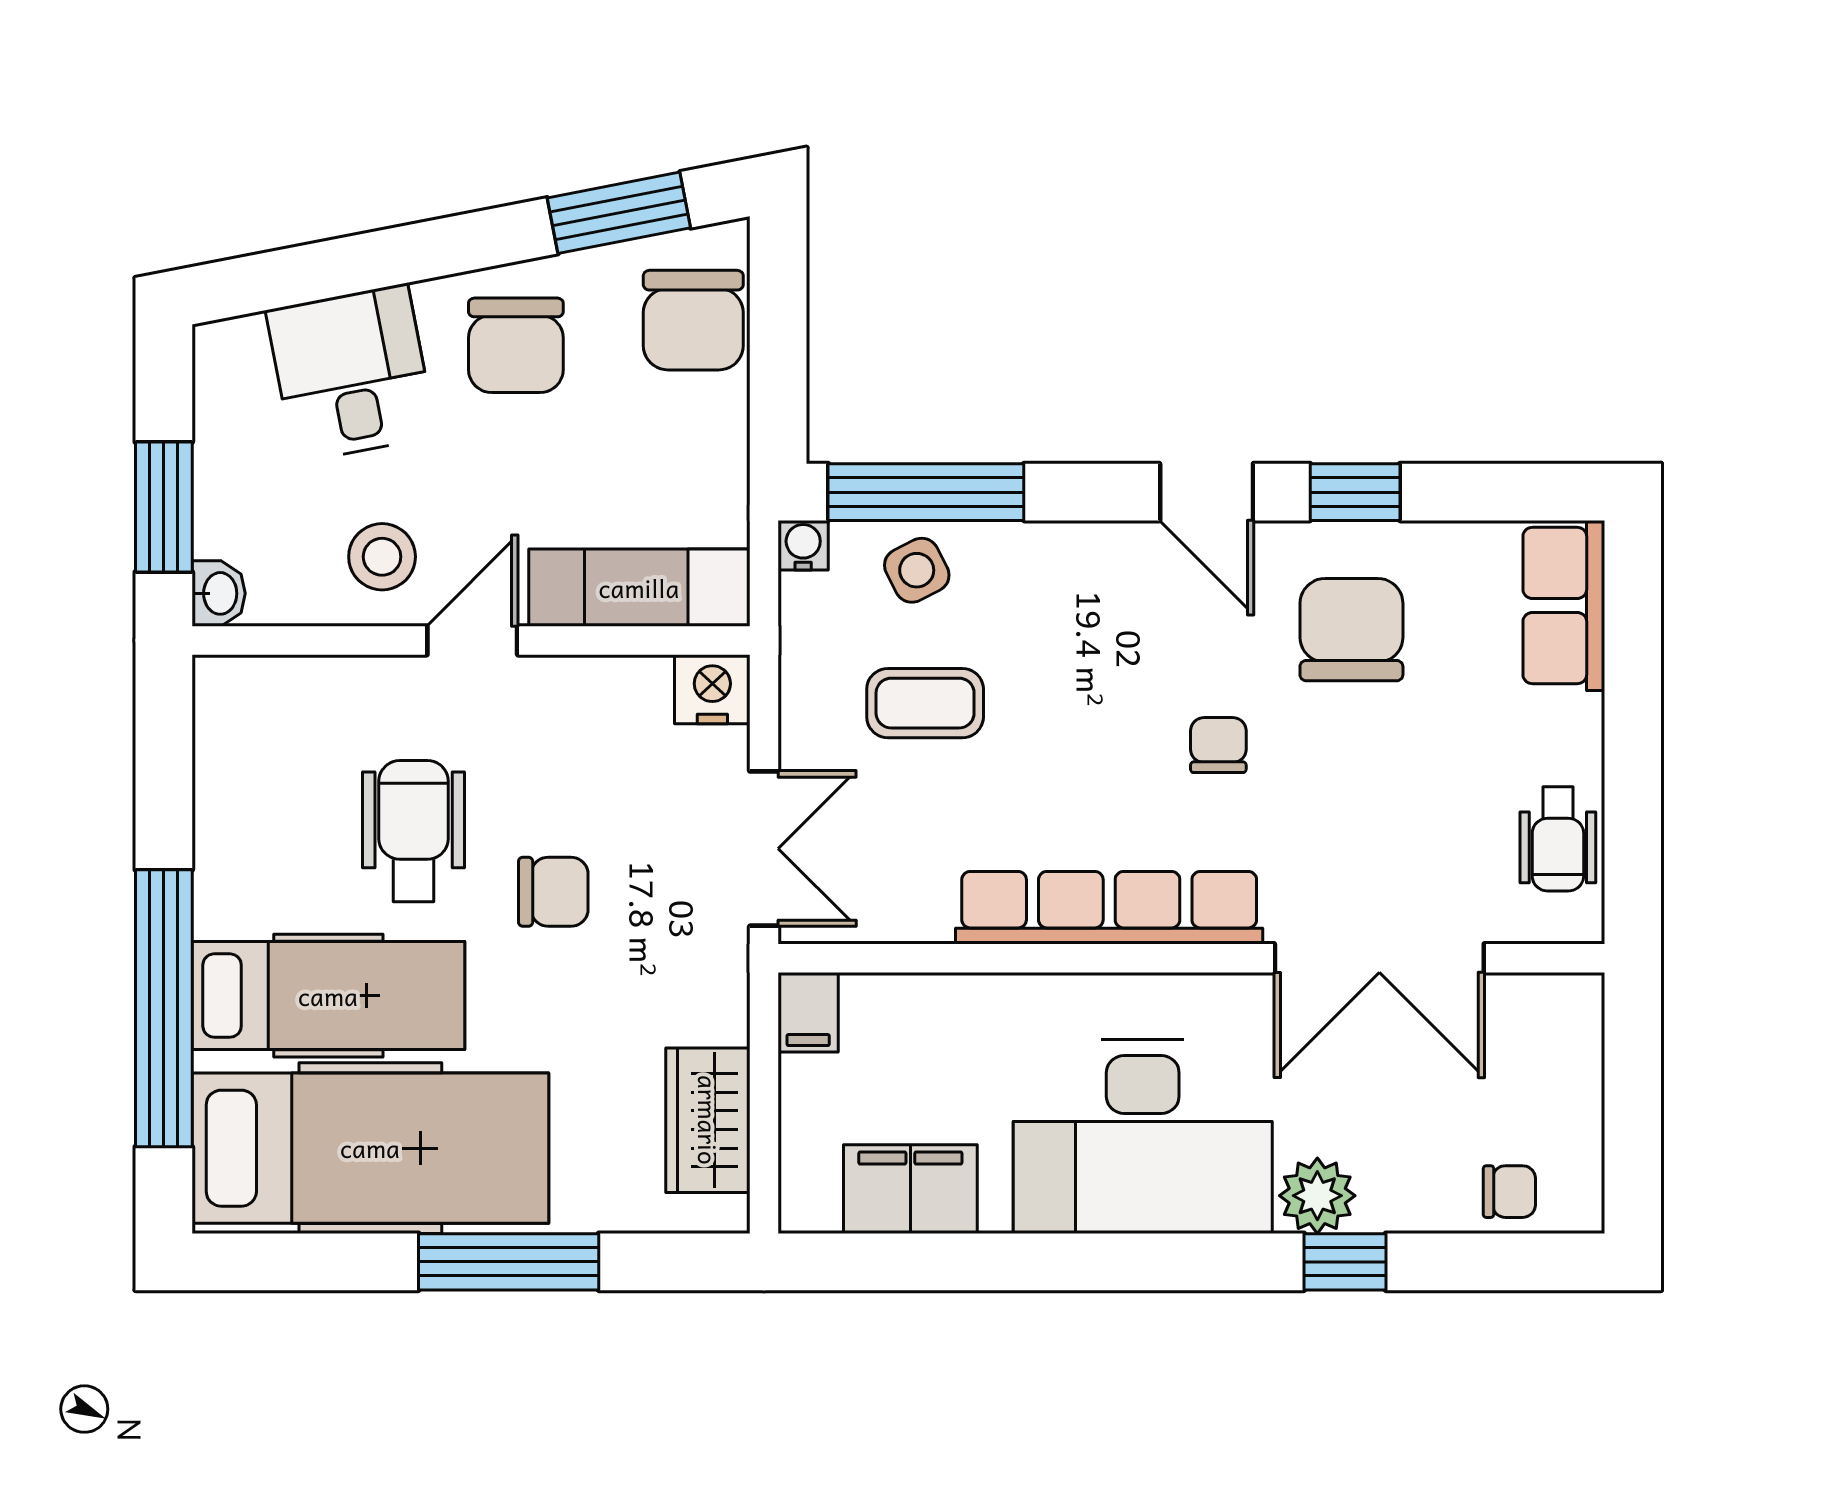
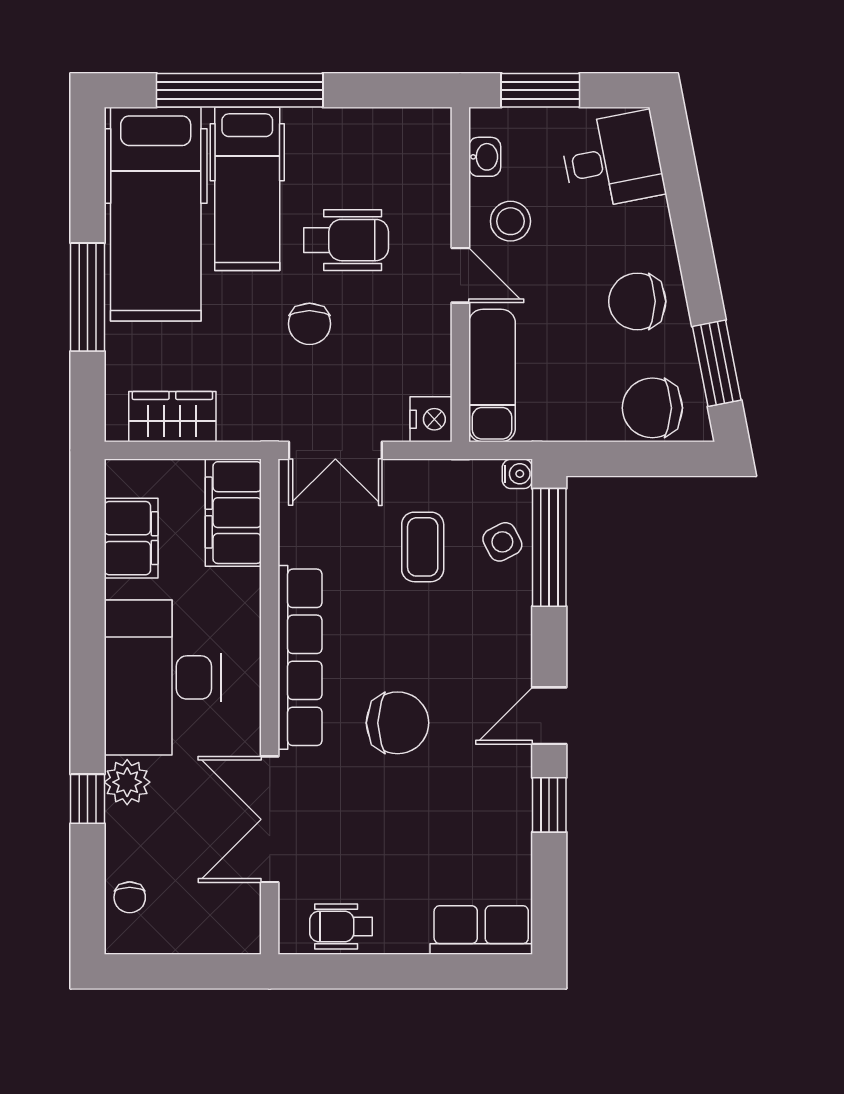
desk: (351, 373) -> (612, 160), moved
washbasin: (219, 593) -> (485, 157), moved, turned -90
chair: (1351, 630) -> (467, 803), removed
chair: (1218, 745) -> (398, 723), width x1.87, depth x1.87
filing cabinet: (808, 1012) -> (233, 513), width x3.00, depth x1.17

